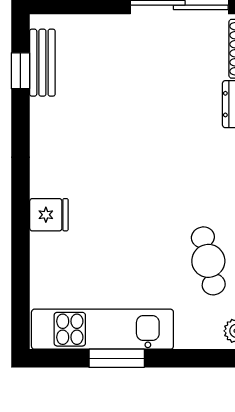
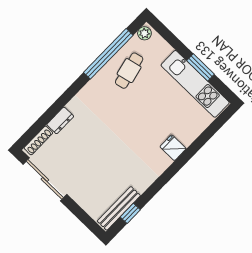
bench: (42, 63) -> (119, 208), width x1.36

